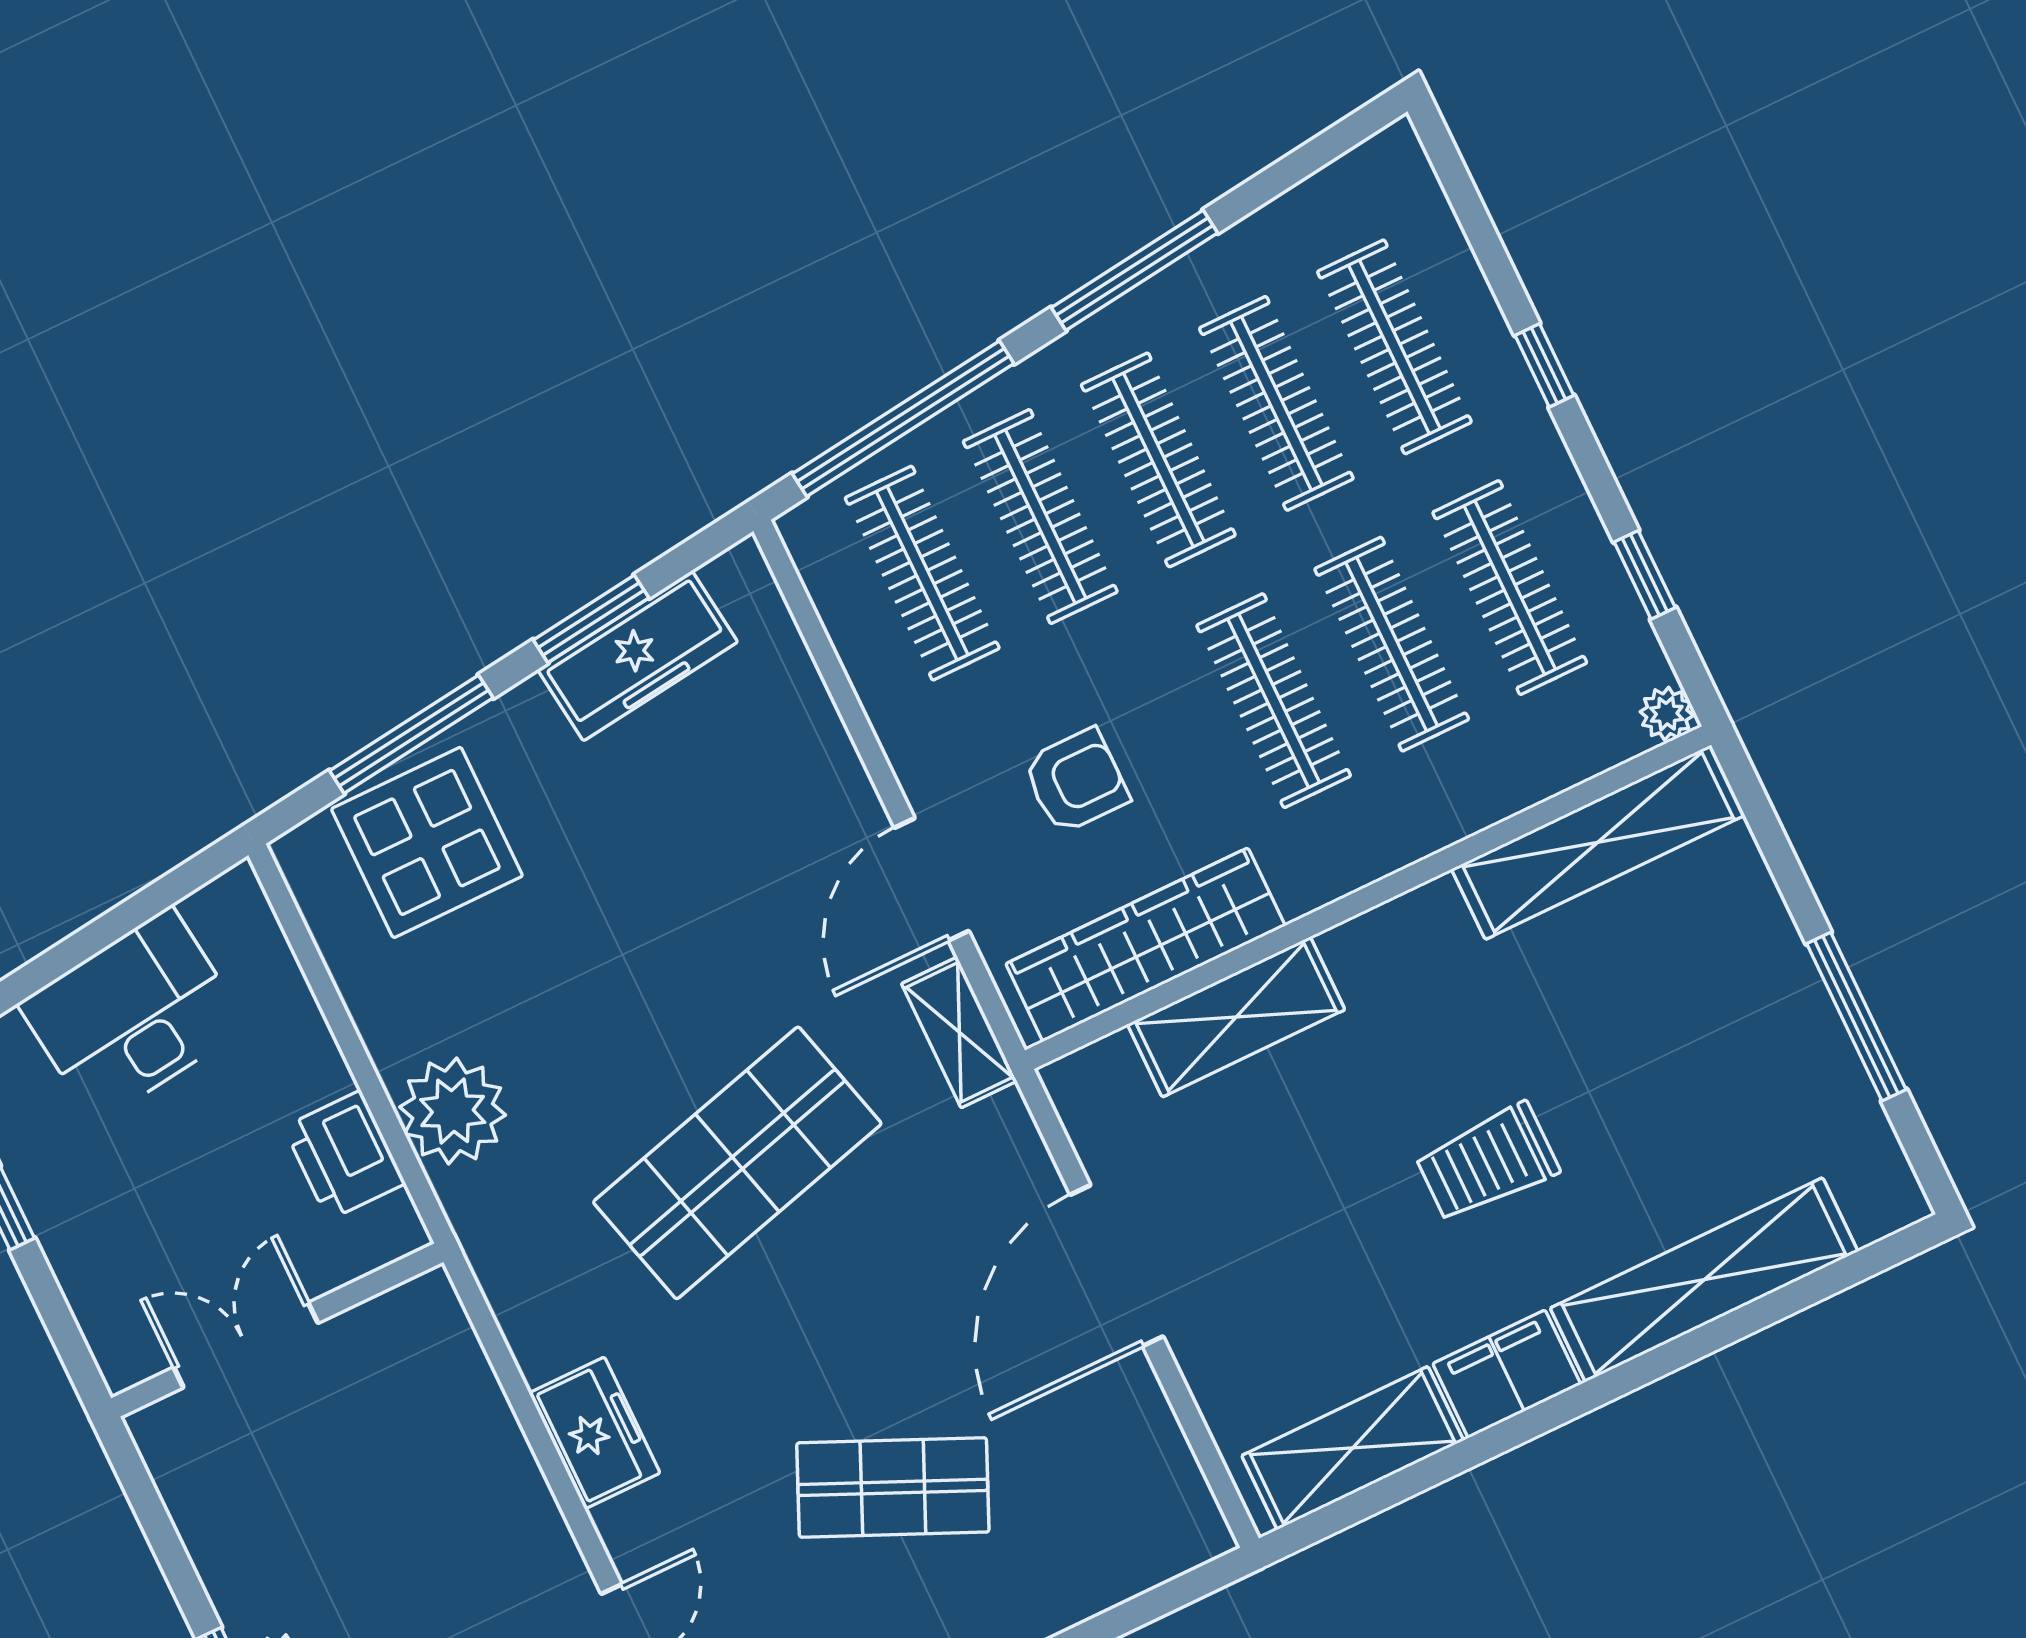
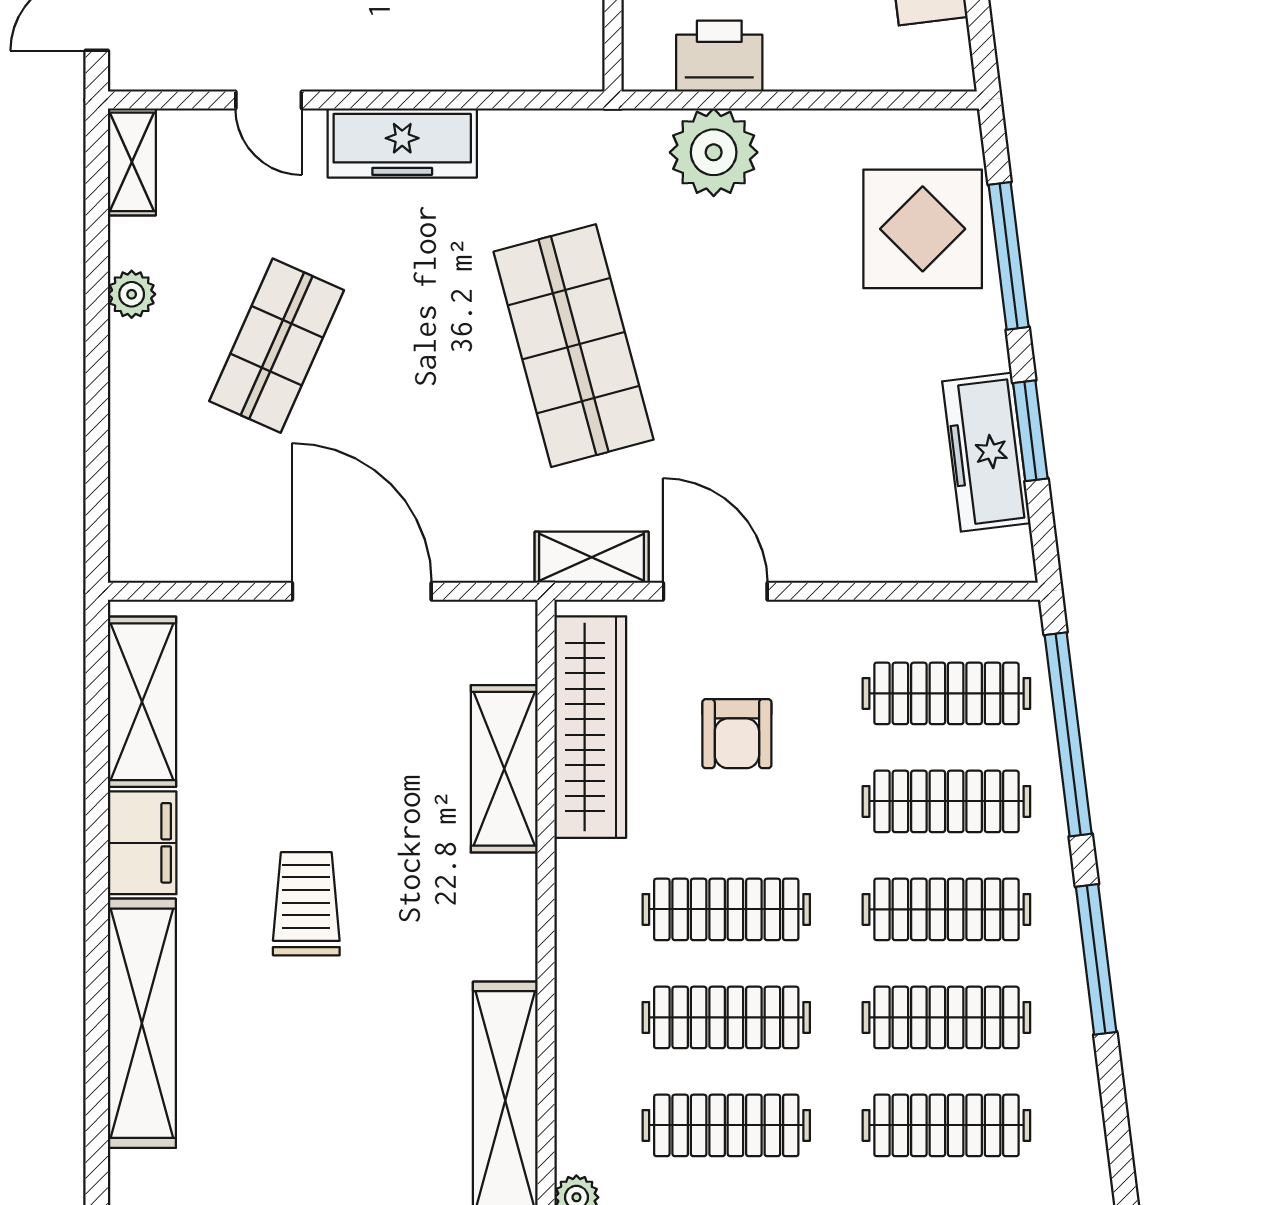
freezer: (594, 1433) -> (402, 143), width x1.40

